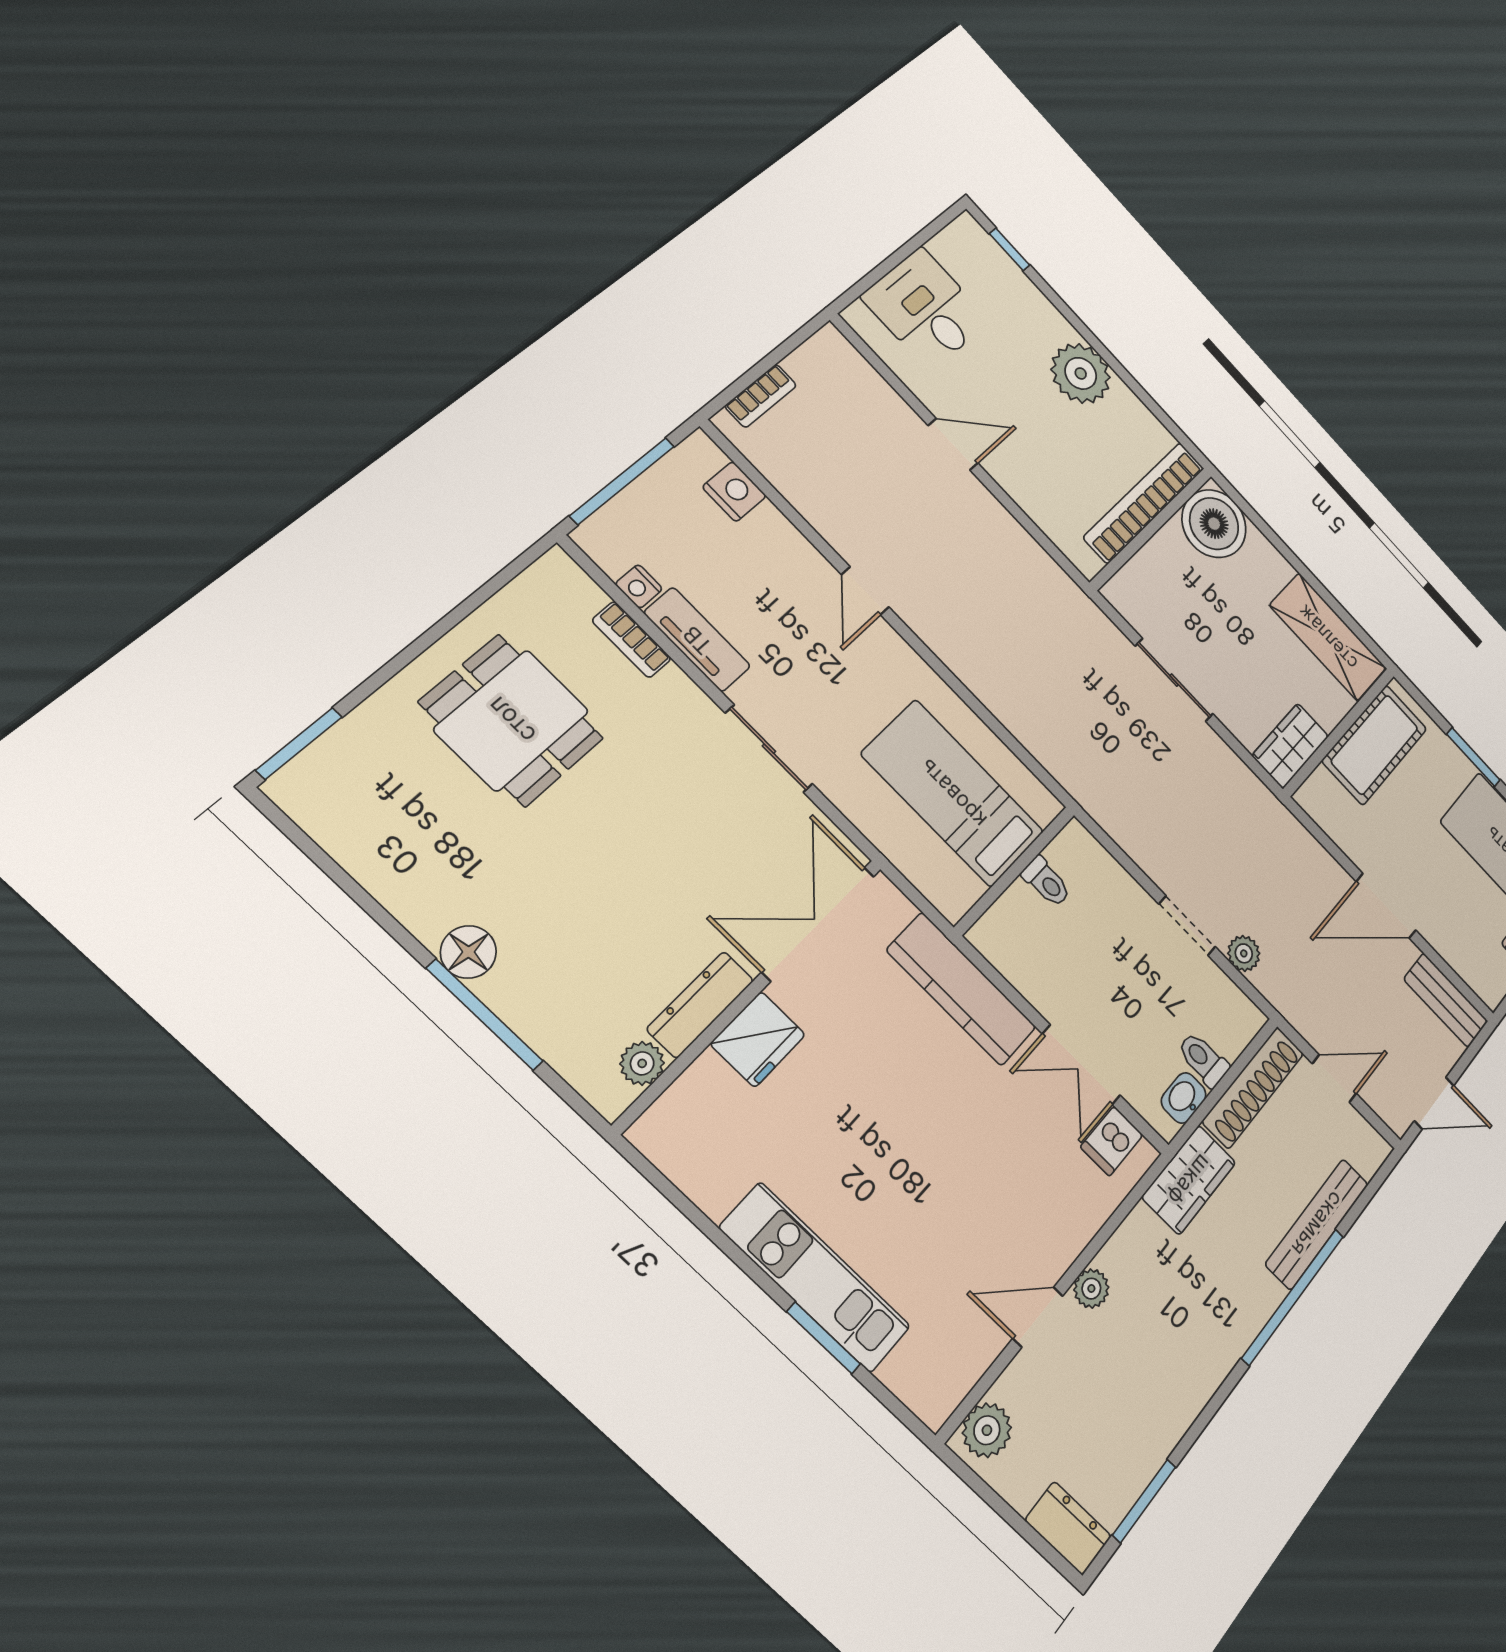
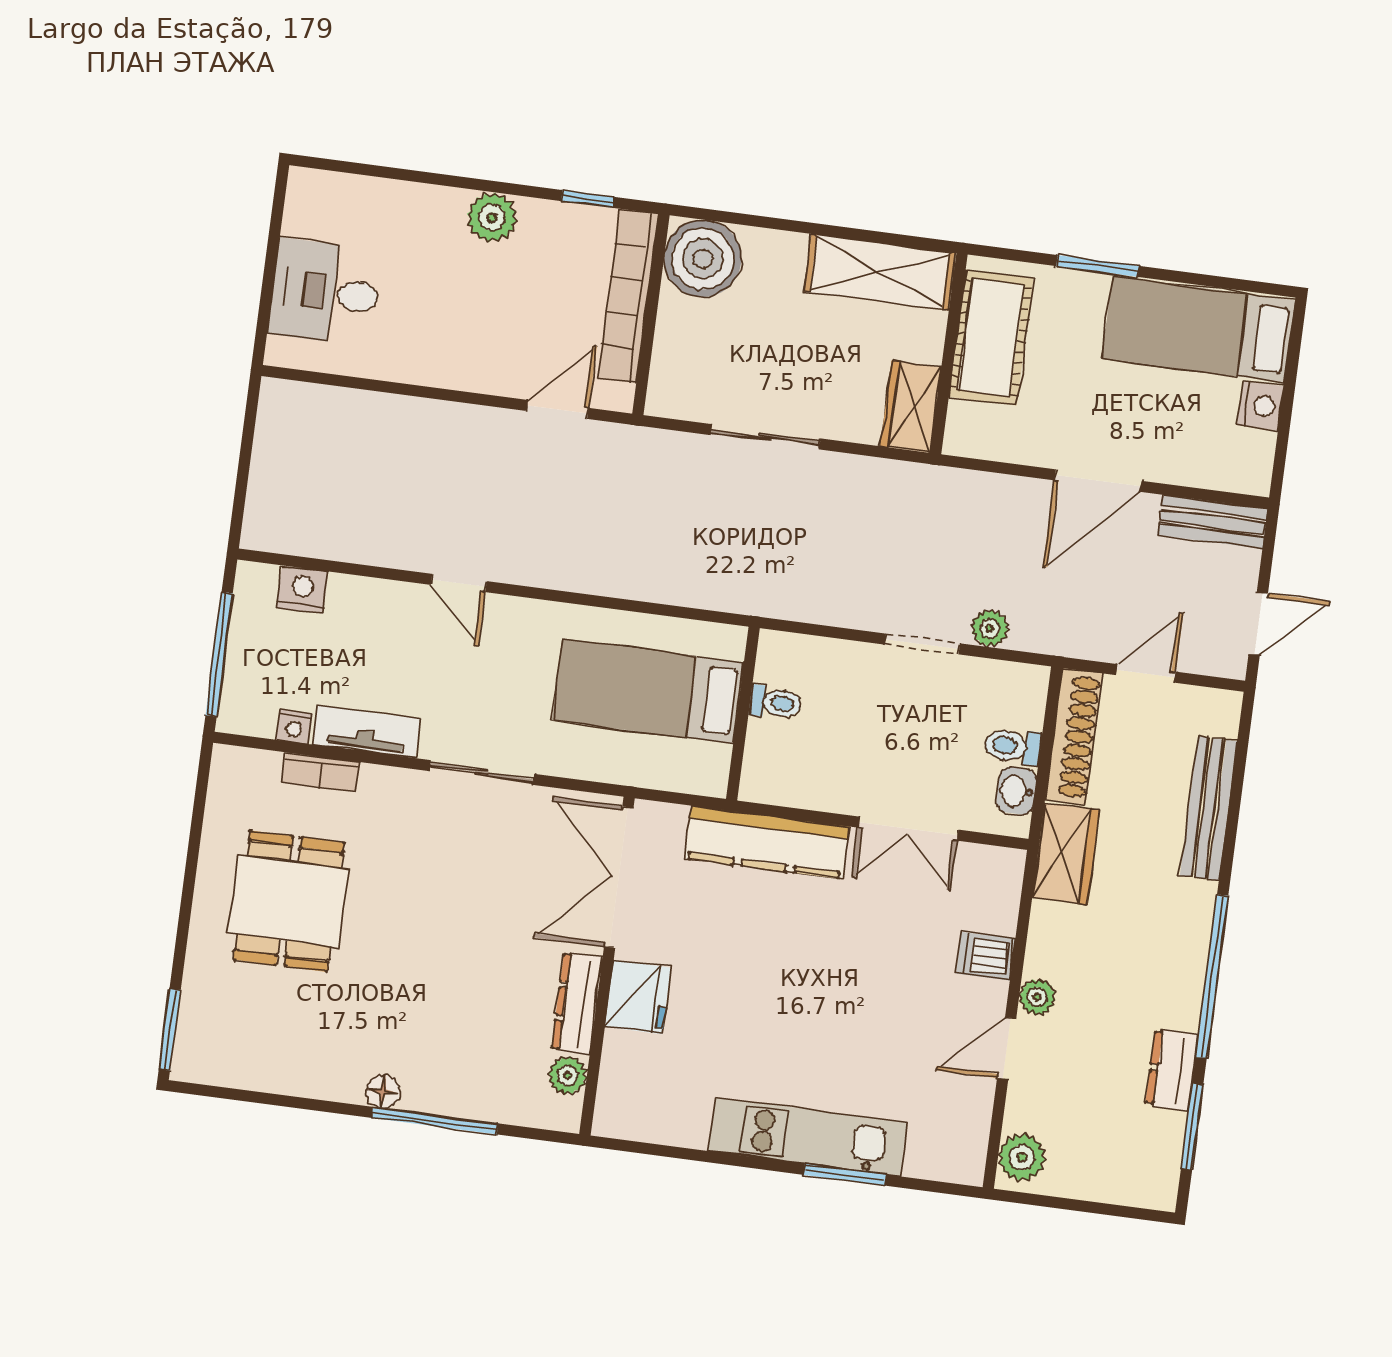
window: (1010, 249) -> (588, 199), moved
plant: (1081, 373) -> (492, 217), width x0.73, depth x0.73
bookcase: (761, 396) -> (261, 492), removed
door: (953, 444) -> (557, 409), moved
dining table: (512, 720) -> (289, 901), turned 90
floor lamp: (468, 952) -> (383, 1092), width x0.73, depth x0.73
dishwasher: (1112, 1141) -> (986, 956), moved, turned 90
window: (1293, 1297) -> (1212, 976), moved
dresser: (1068, 1528) -> (1172, 1069), moved, turned -90

